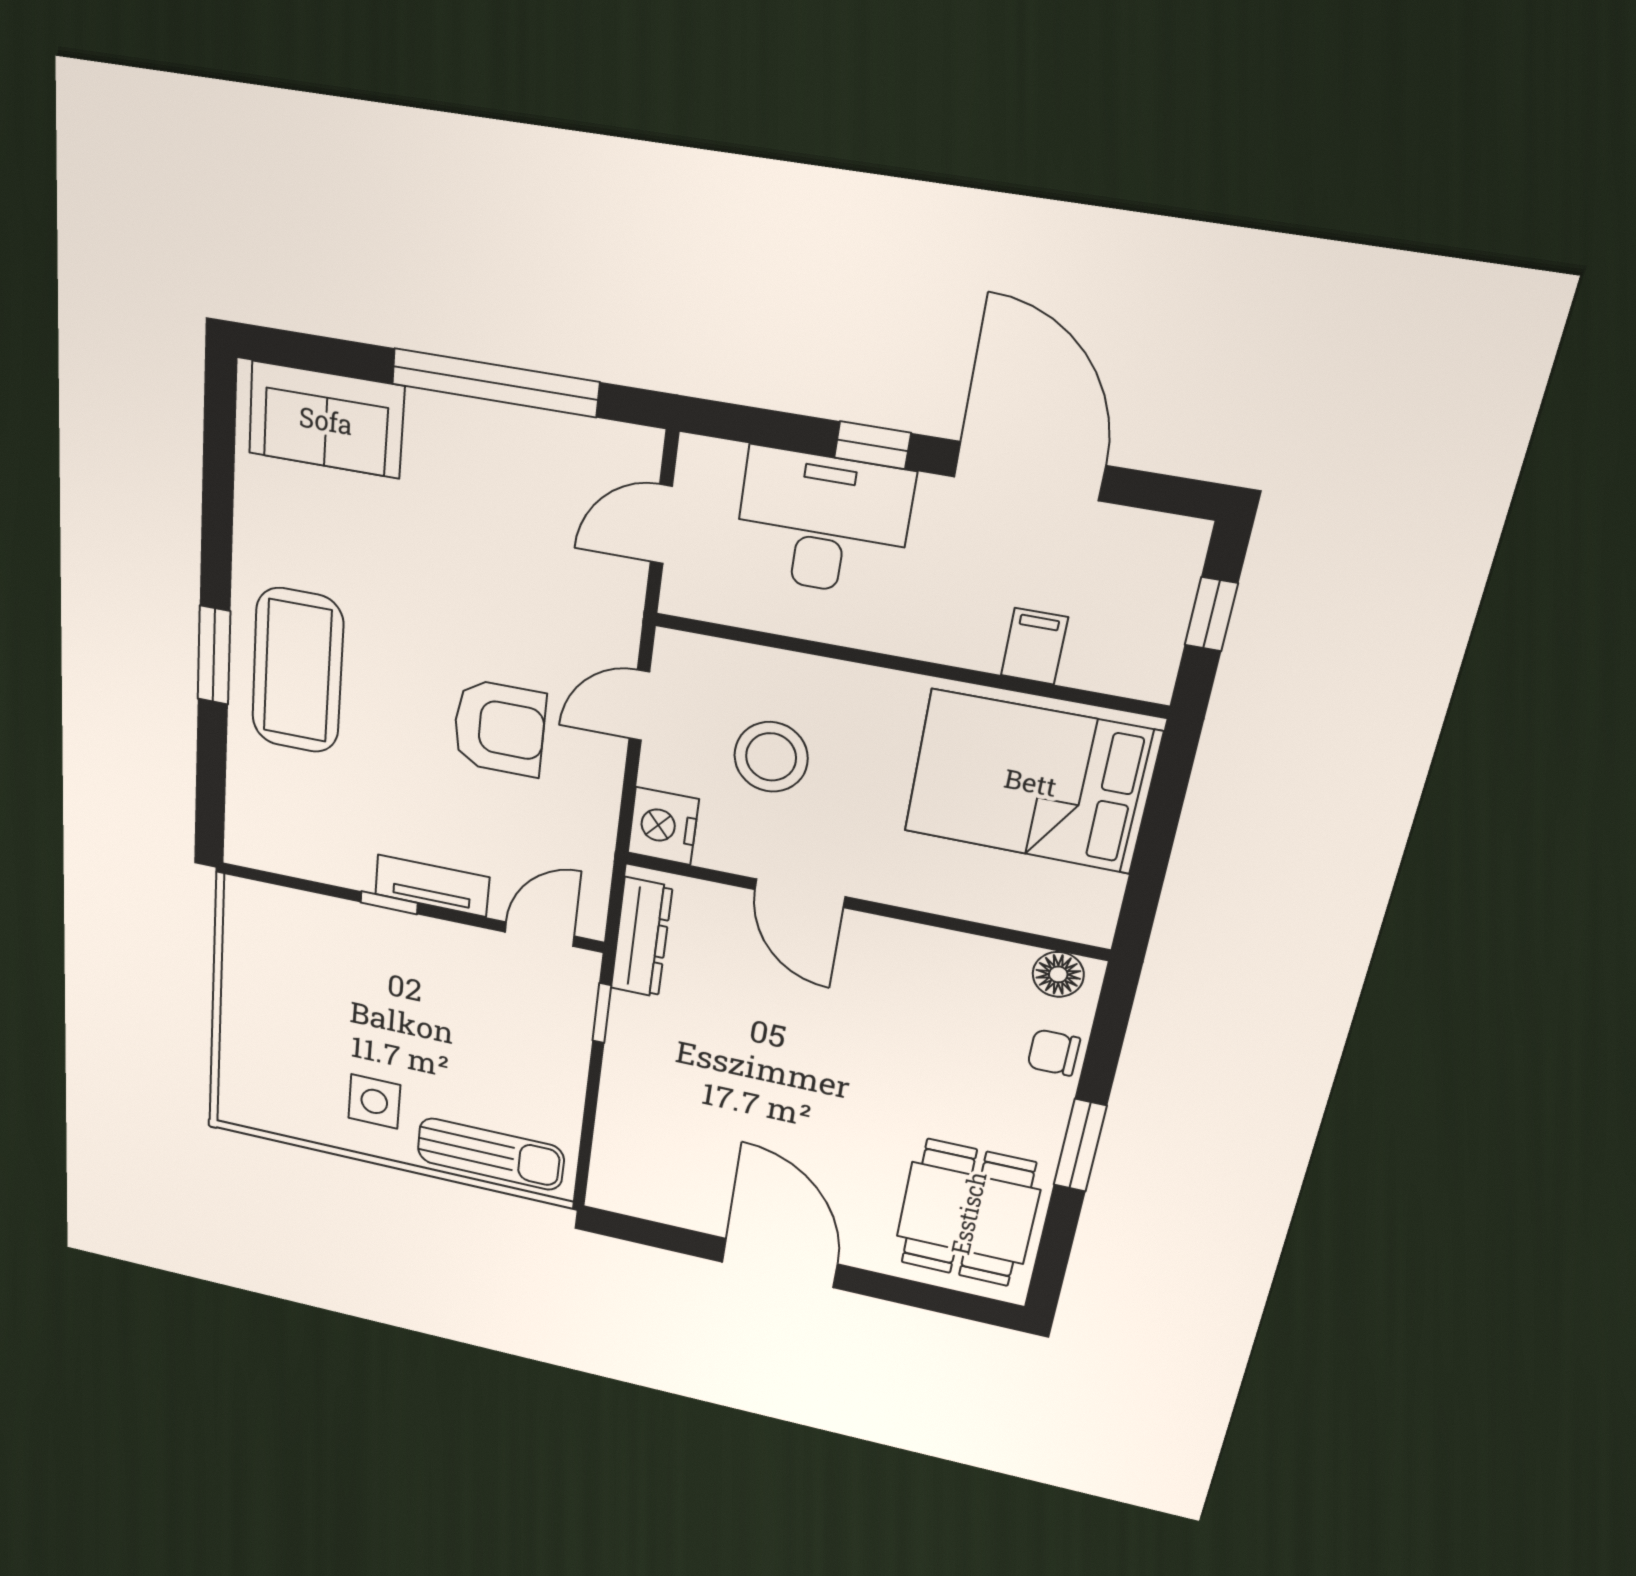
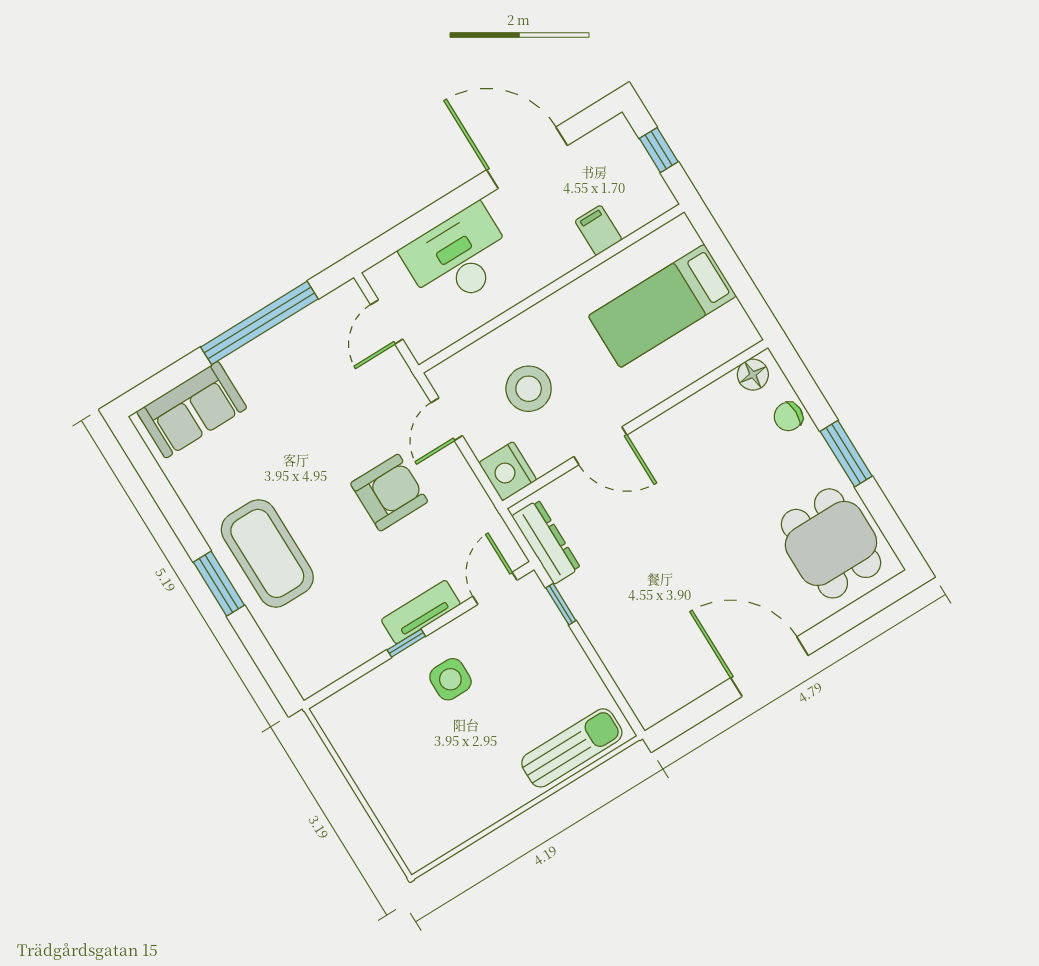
window: (872, 445) -> (451, 205), removed
bed: (1031, 782) -> (662, 306), width x0.67
side table: (374, 1101) -> (450, 679), moved

